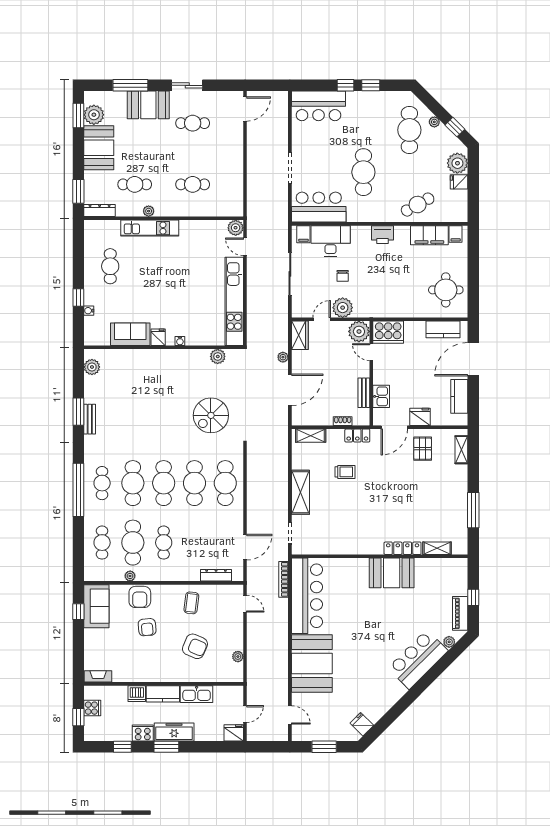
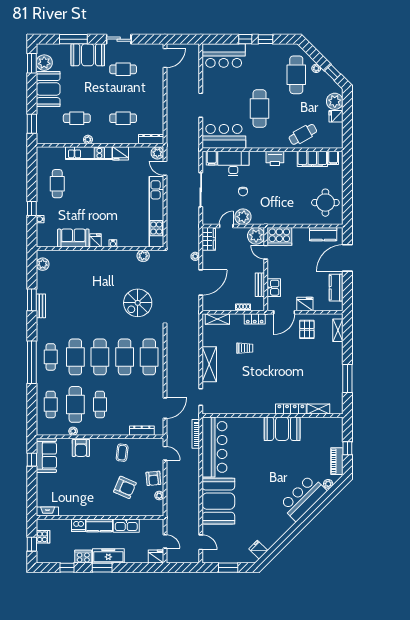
dresser: (100, 210) -> (151, 139), moved
fridge: (189, 228) -> (121, 153), added
armchair: (147, 627) -> (153, 478), moved
door: (245, 714) -> (165, 541), hinge flipped

